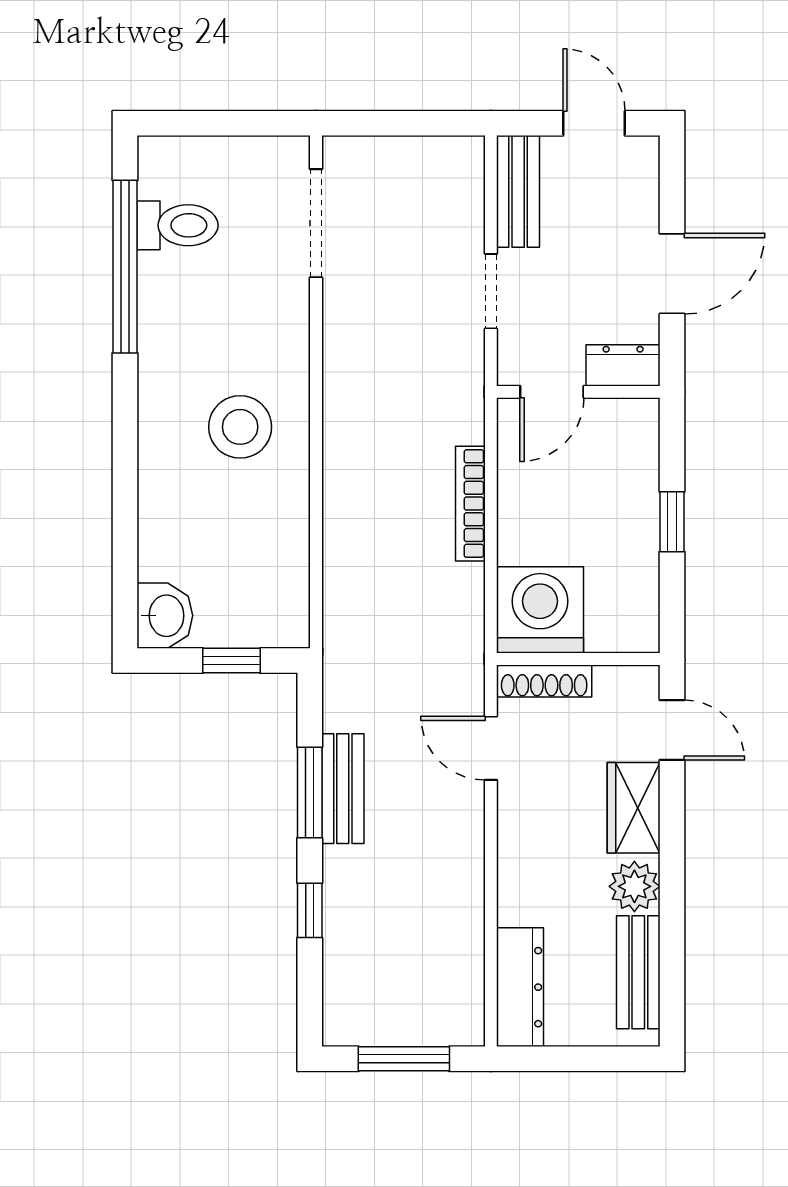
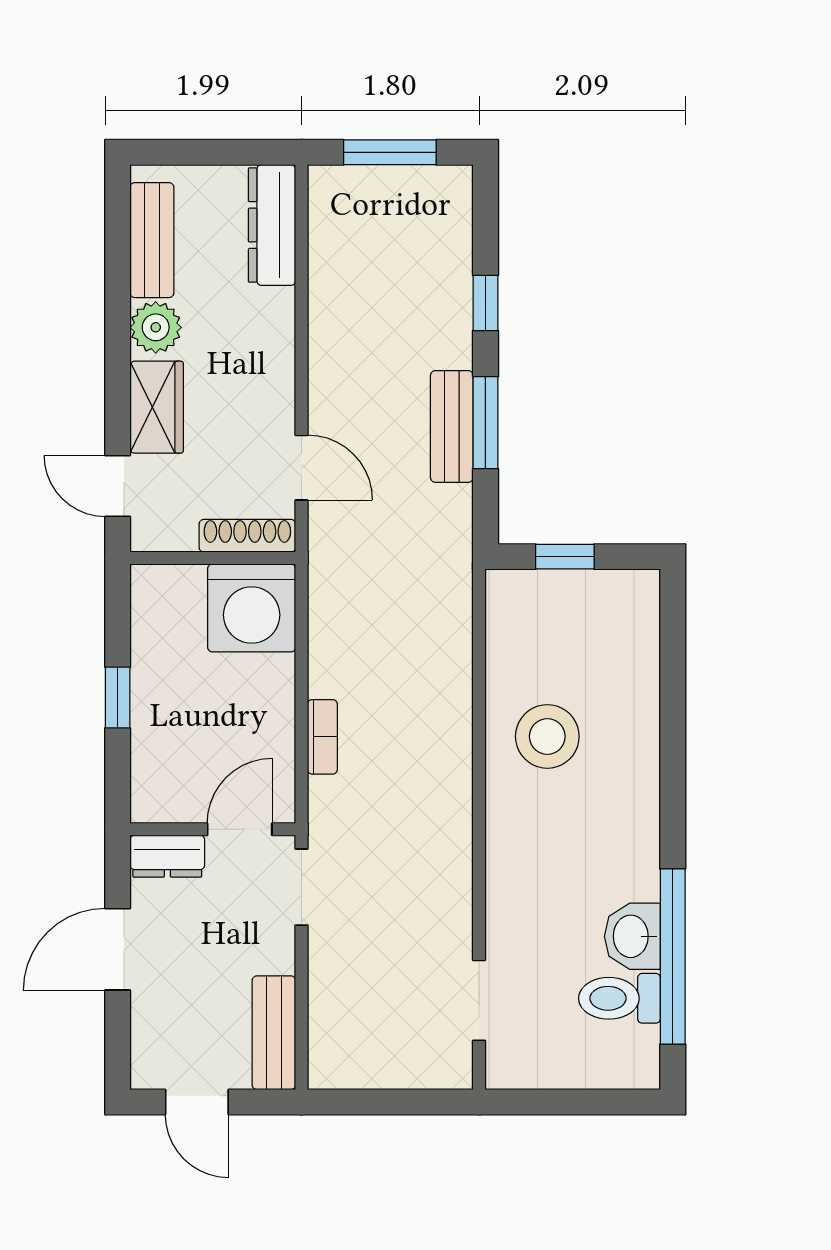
doorway: (316, 223) -> (479, 1000), width x0.73
doorway: (491, 291) -> (302, 887), moved
stool: (240, 427) -> (547, 736), moved
bookcase: (470, 504) -> (322, 737), width x0.64
washbasin: (165, 616) -> (632, 936), moved

